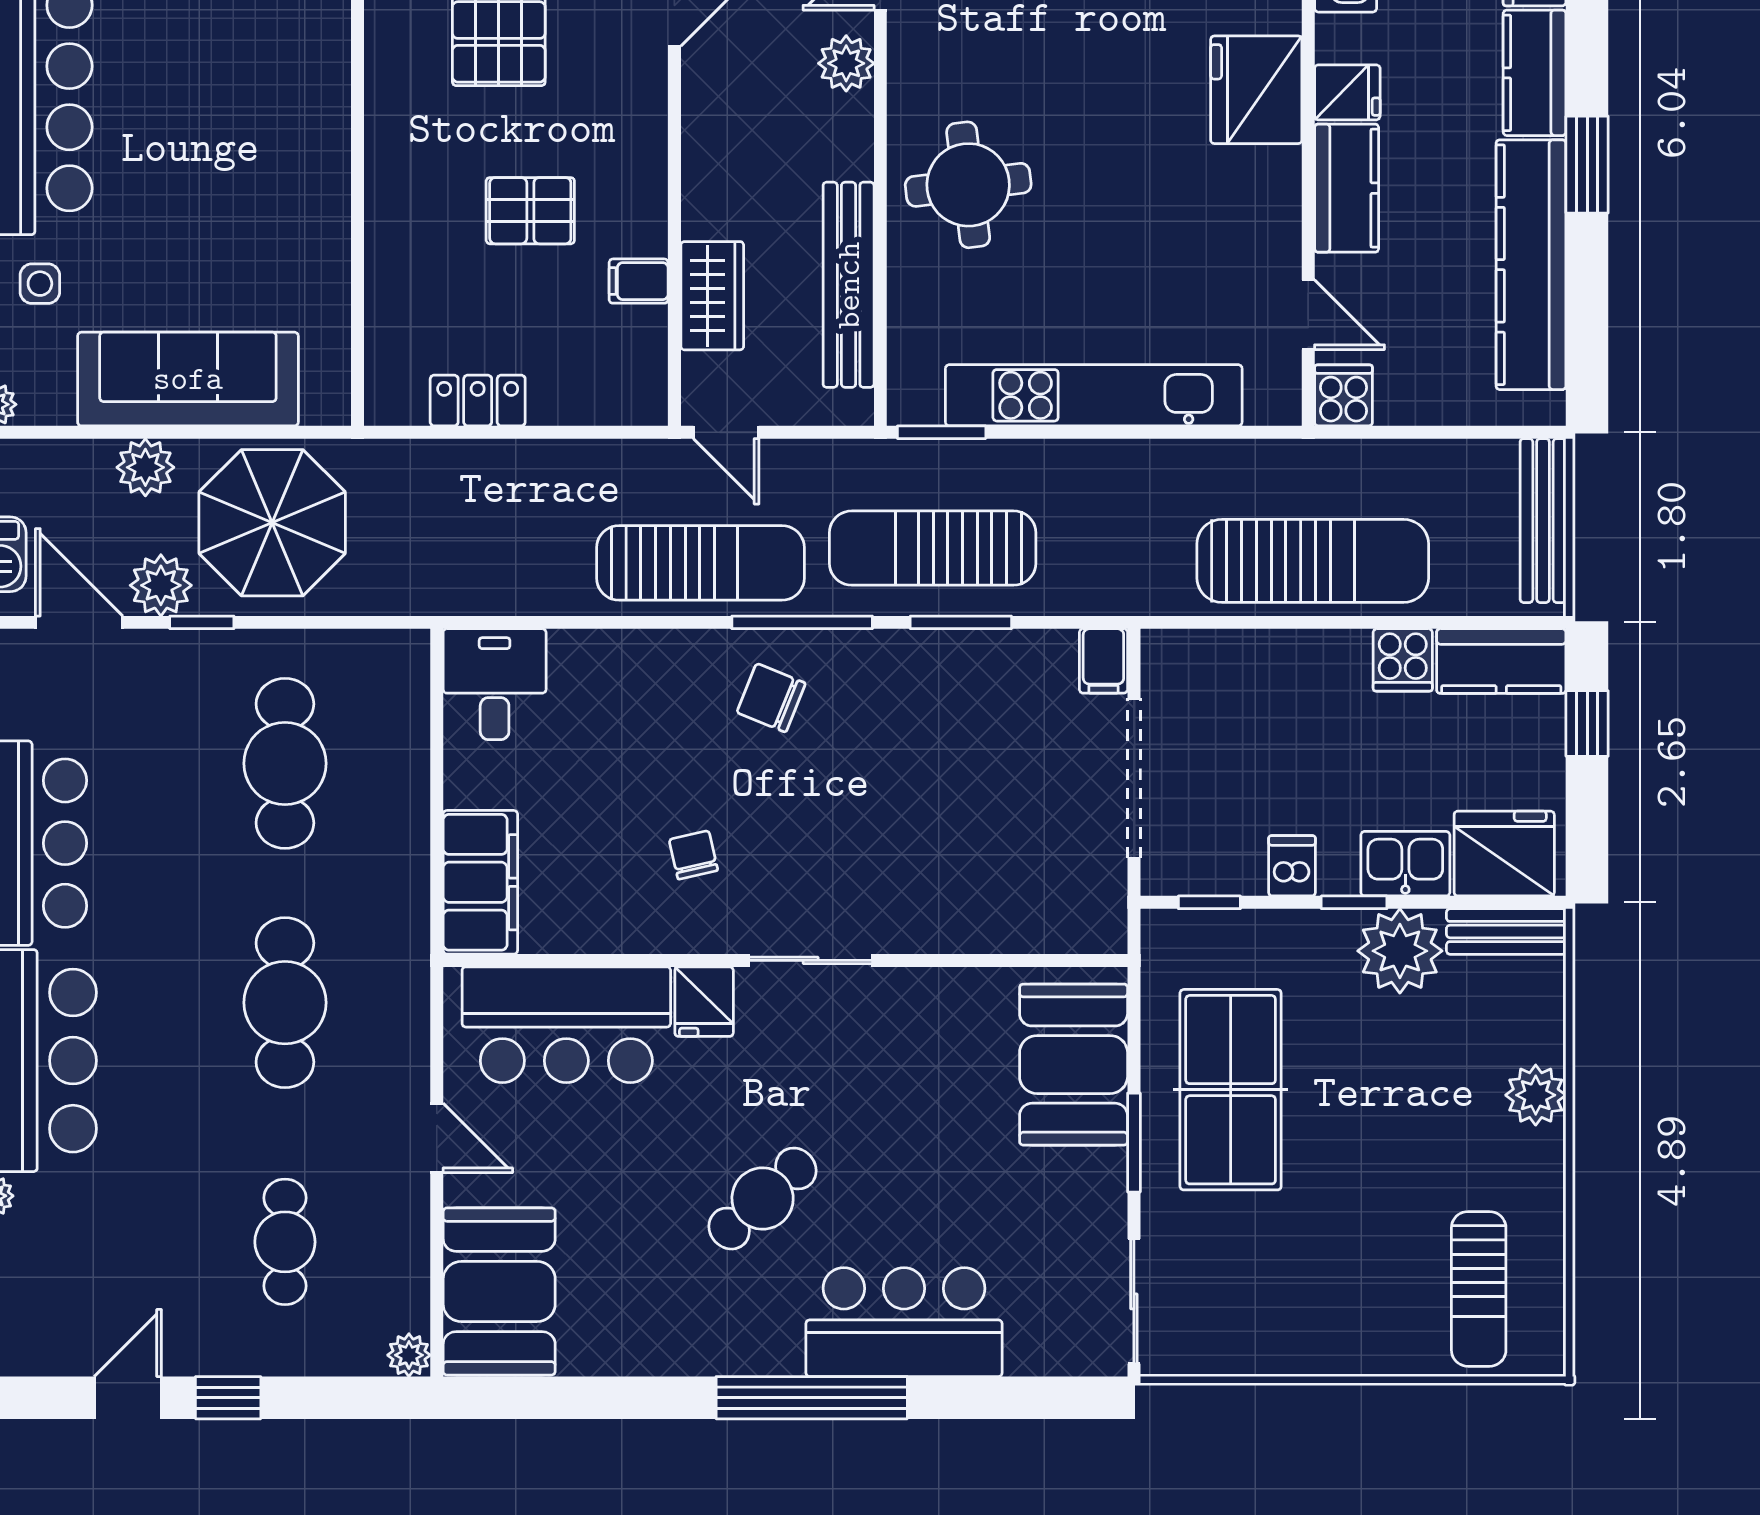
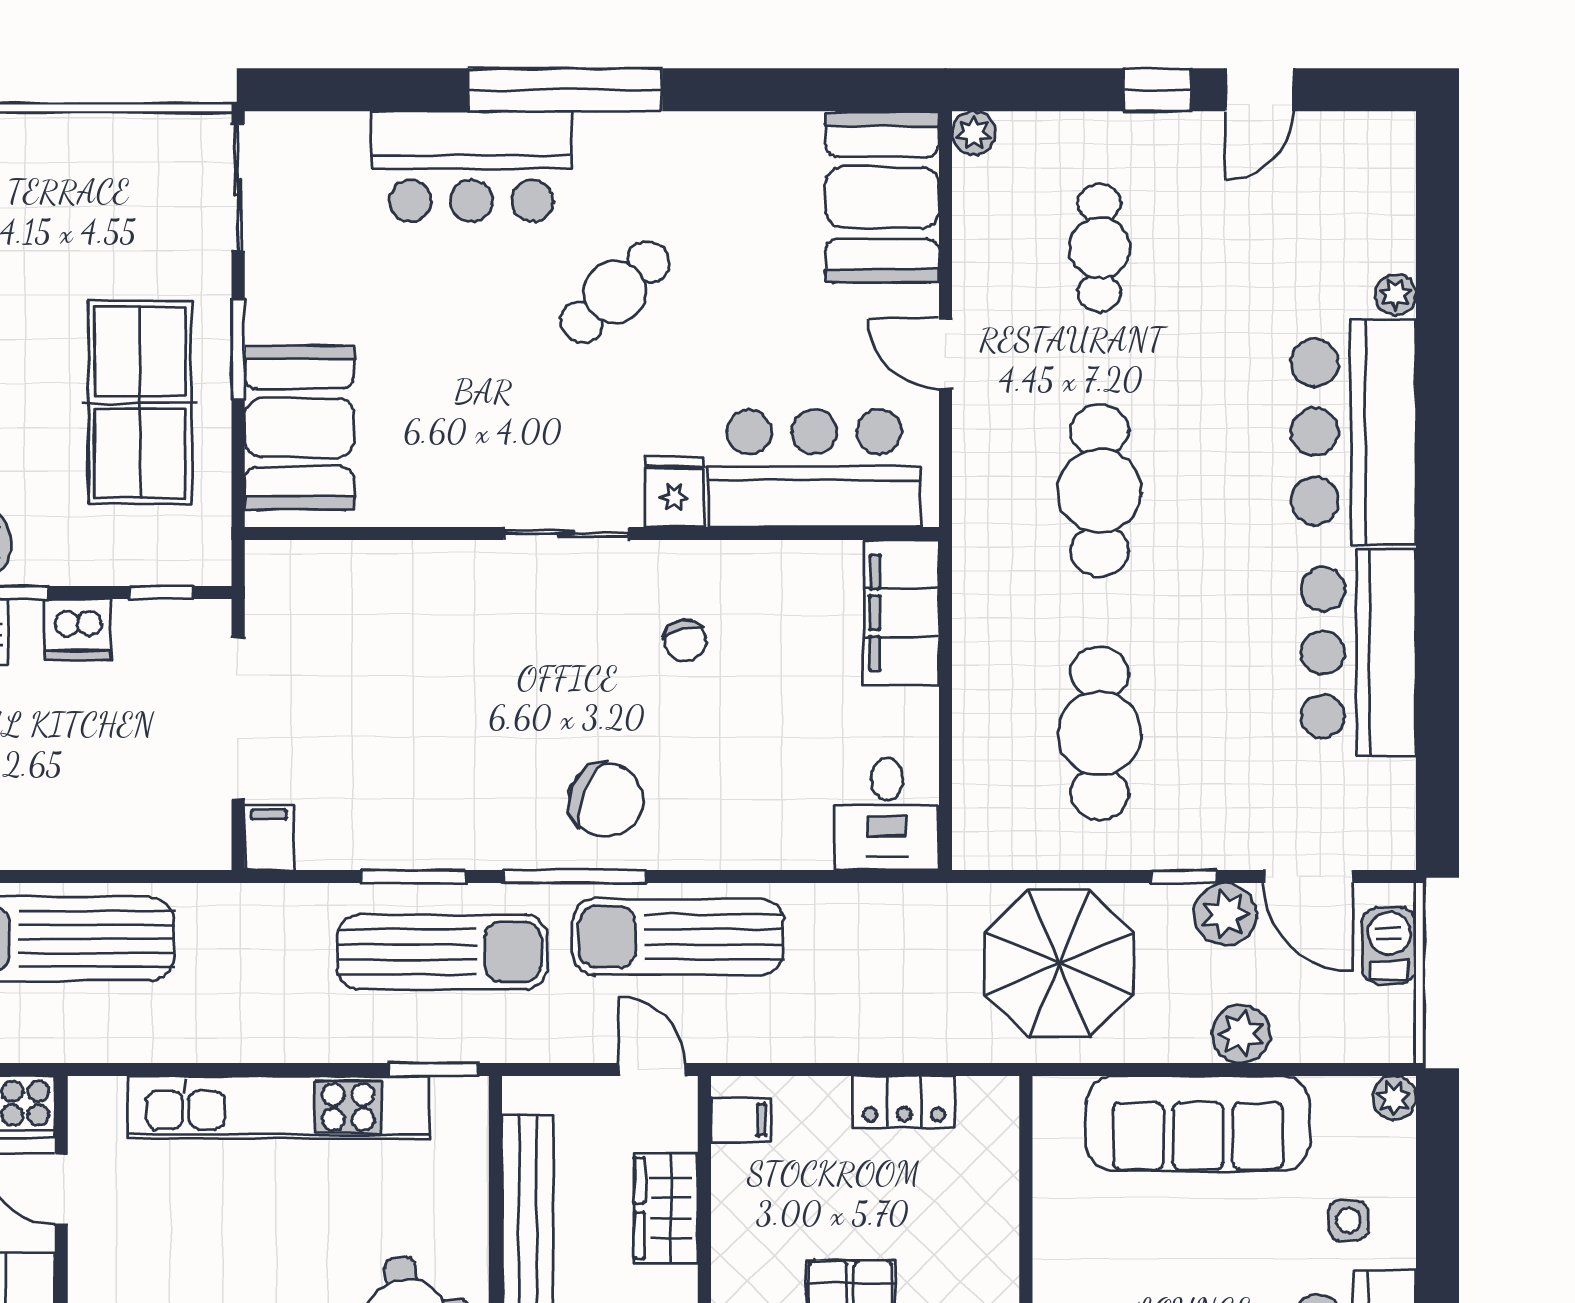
filing cabinet: (639, 281) -> (741, 1120), moved
parasol: (272, 523) -> (1059, 964), moved
chair: (771, 698) -> (606, 800), width x1.37, depth x1.37
dishwasher: (1292, 866) -> (78, 630), width x1.38

